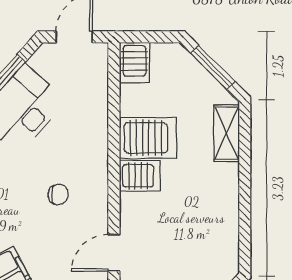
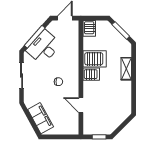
shelving: (227, 133) -> (126, 69), moved
door: (114, 253) -> (81, 105), hinge flipped

